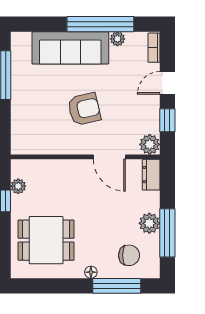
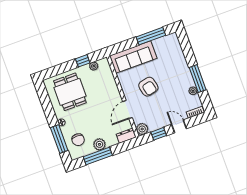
window: (100, 24) -> (198, 79), width x0.68
sofa: (70, 48) -> (133, 57), moved, turned -90

